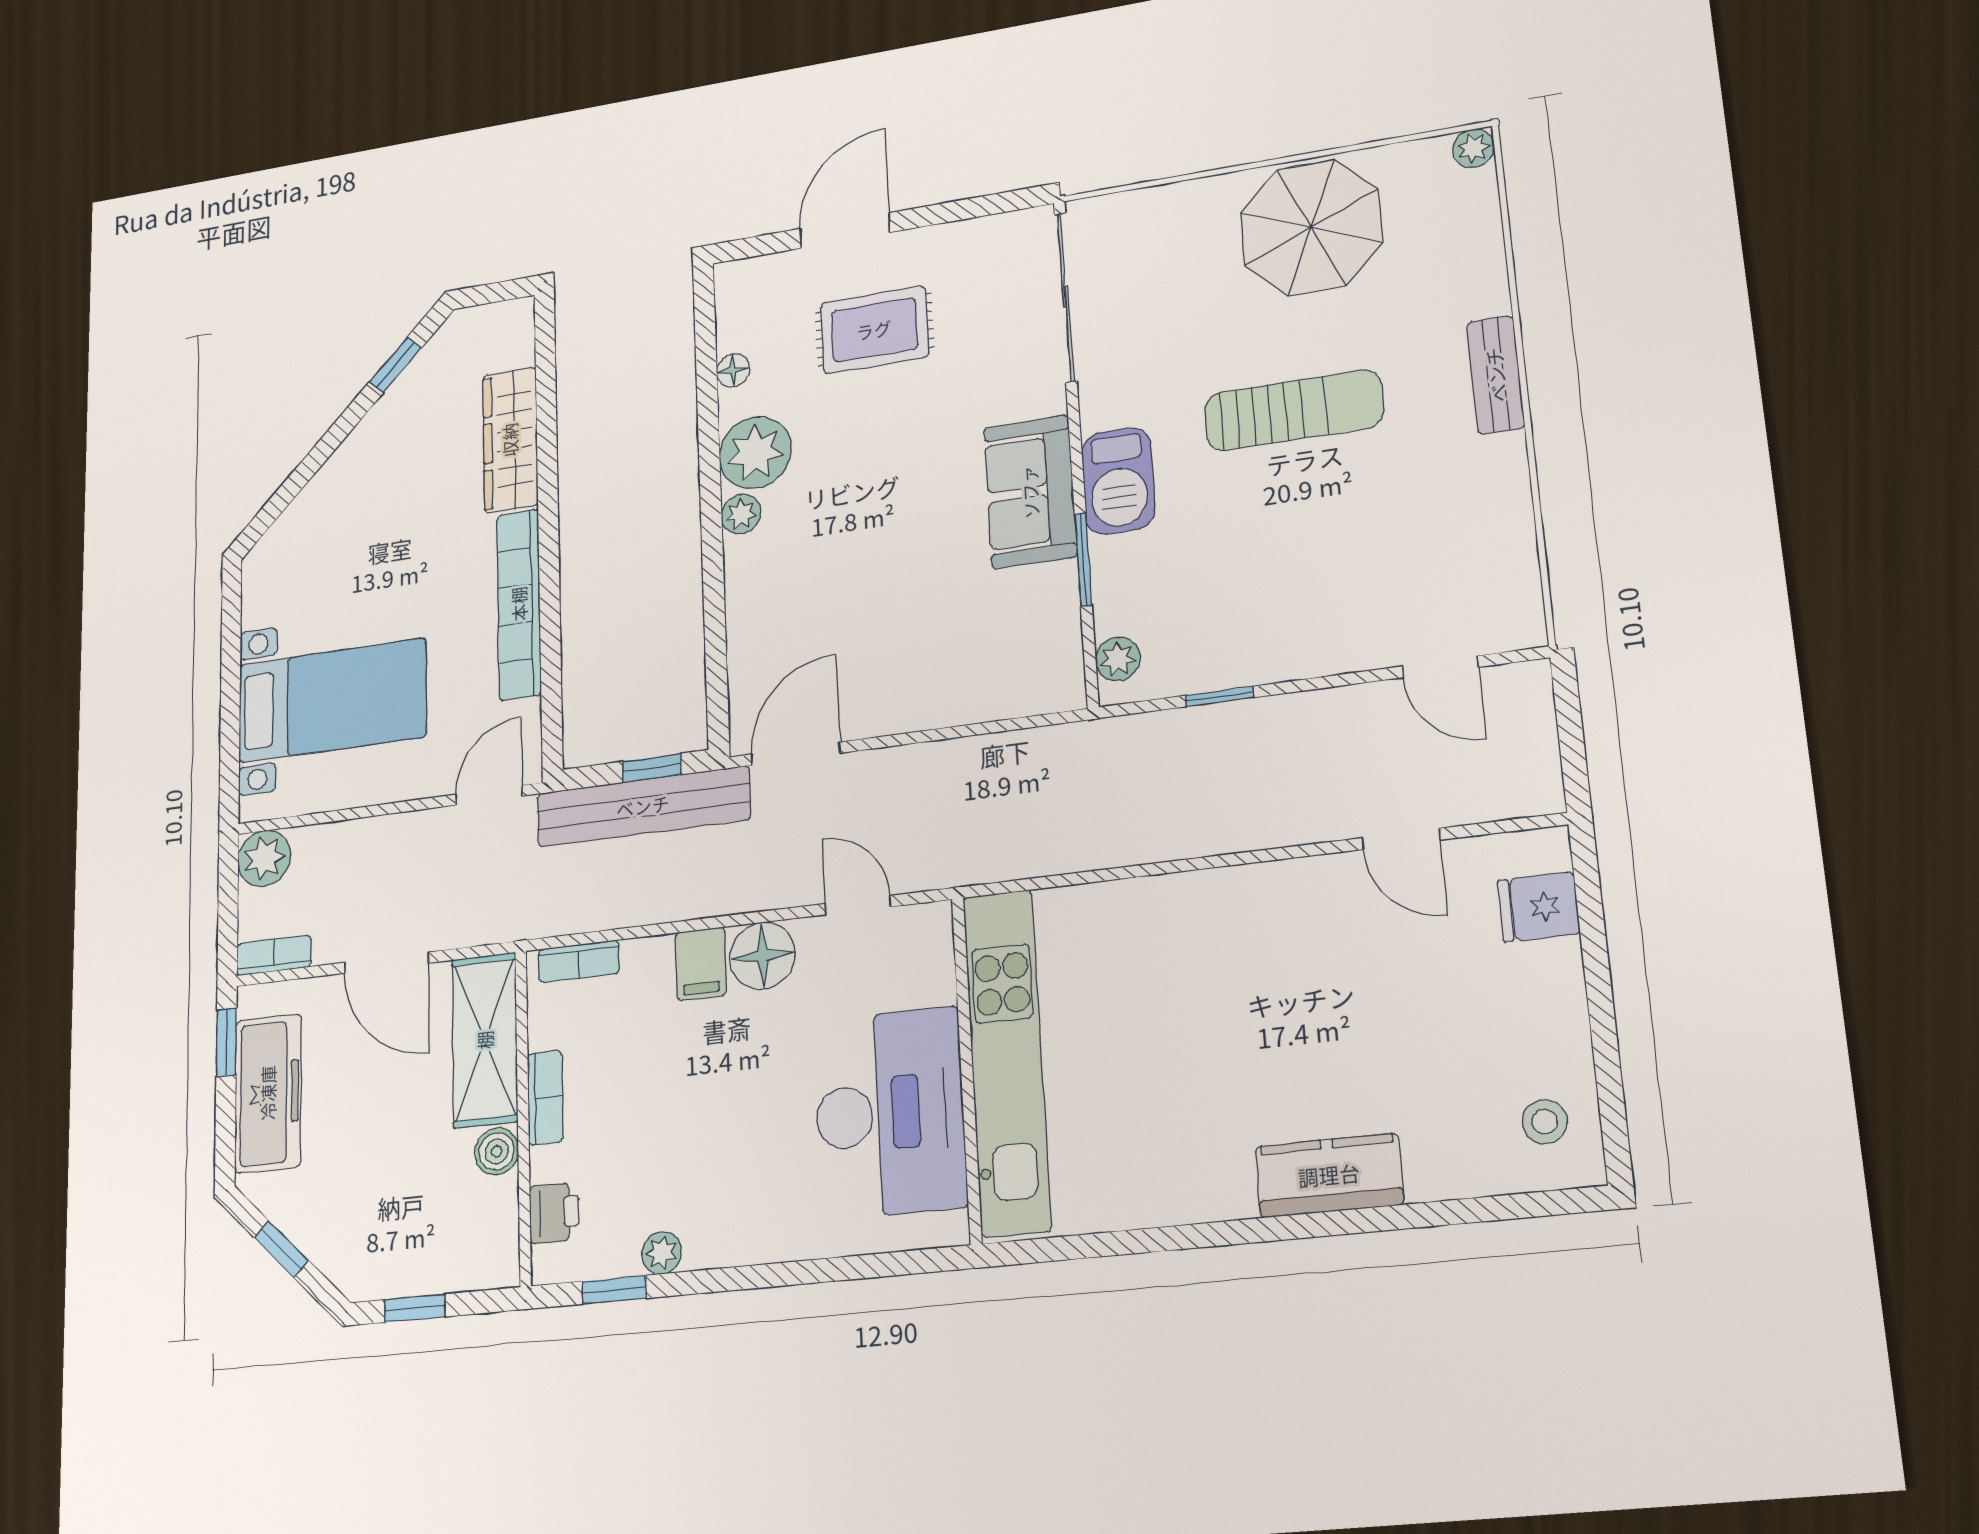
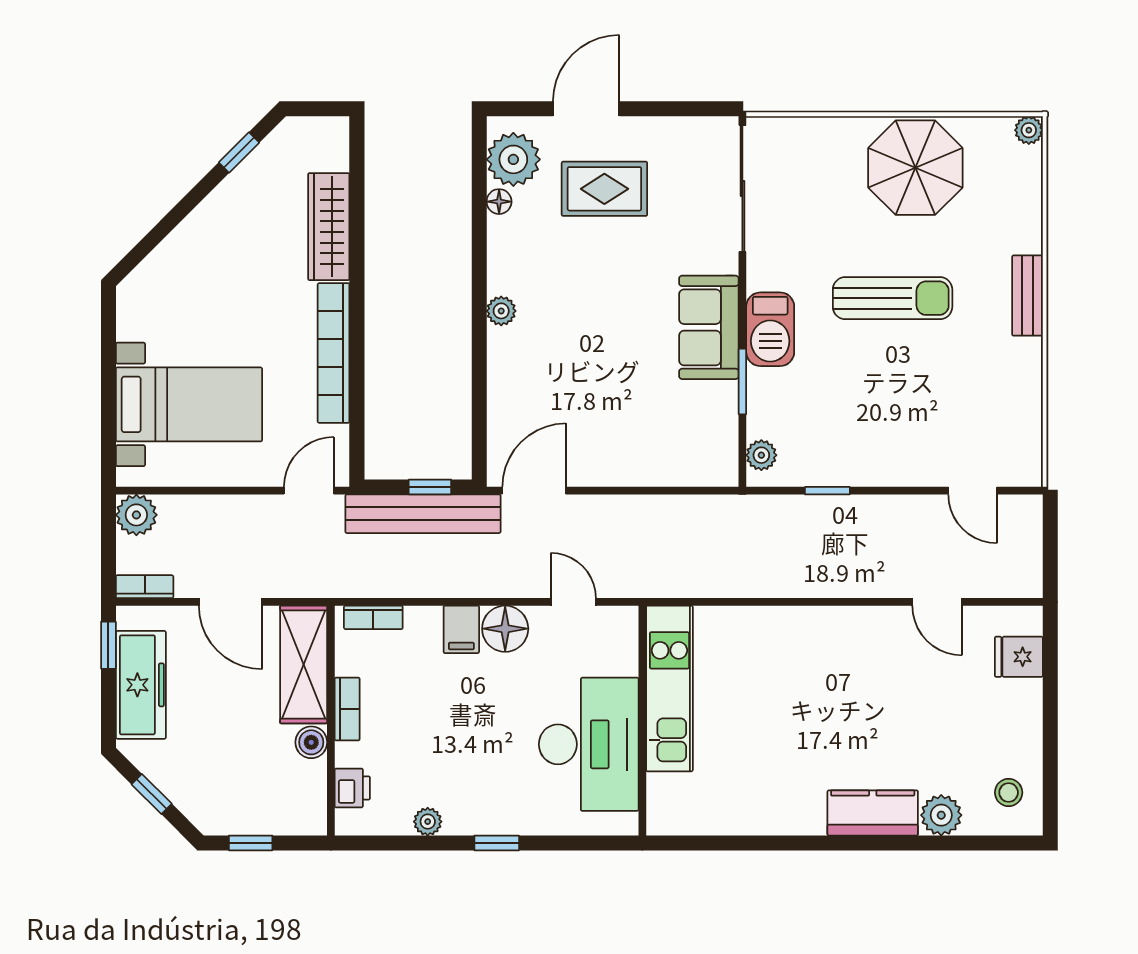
plant: (755, 453) -> (513, 159), moved
kitchen unit: (1007, 1062) -> (669, 689), width x0.73
plant: (1439, 1169) -> (941, 815), added
window: (614, 1290) -> (497, 843), moved

